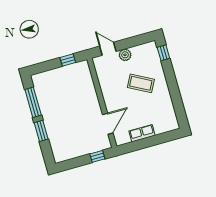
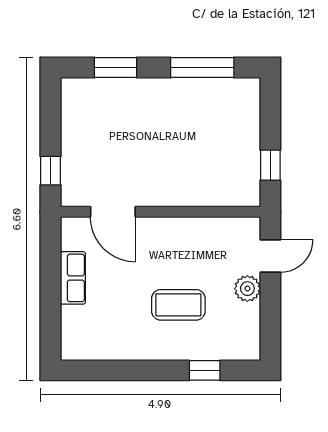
window: (163, 53) -> (205, 370), moved
coffee table: (141, 83) -> (178, 305), turned 62
window: (41, 131) -> (116, 68), moved

